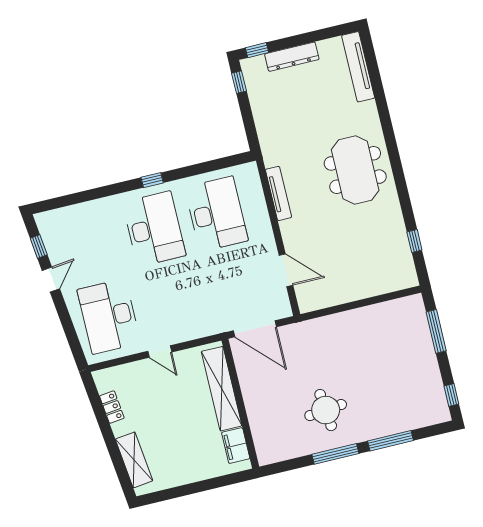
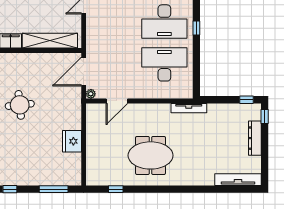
meeting table: (355, 170) -> (151, 155), moved
tv unit: (279, 193) -> (189, 108), moved
desk: (216, 214) -> (164, 64), turned 180
plant: (285, 311) -> (91, 94), added
fridge: (360, 321) -> (72, 141), added

